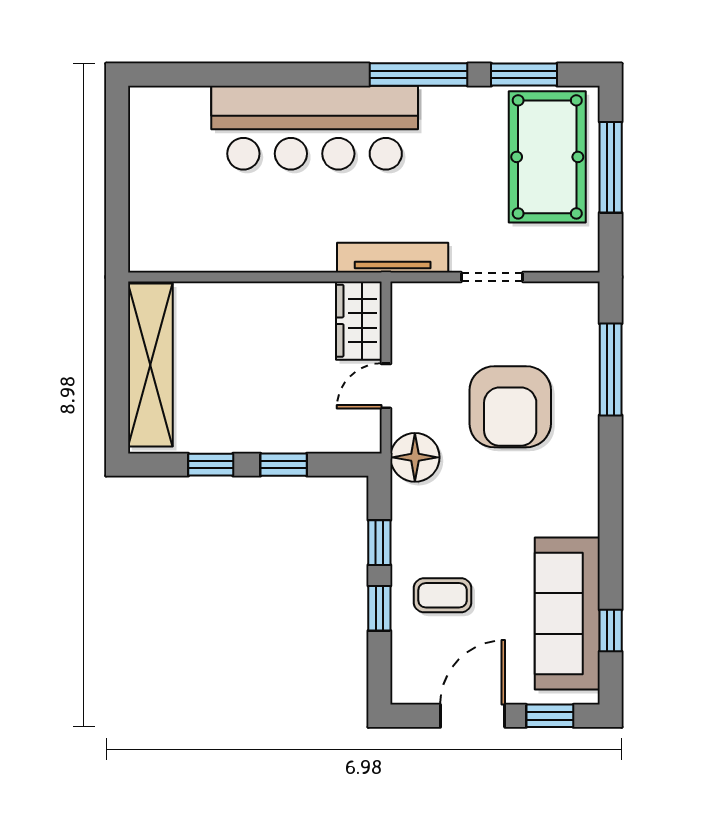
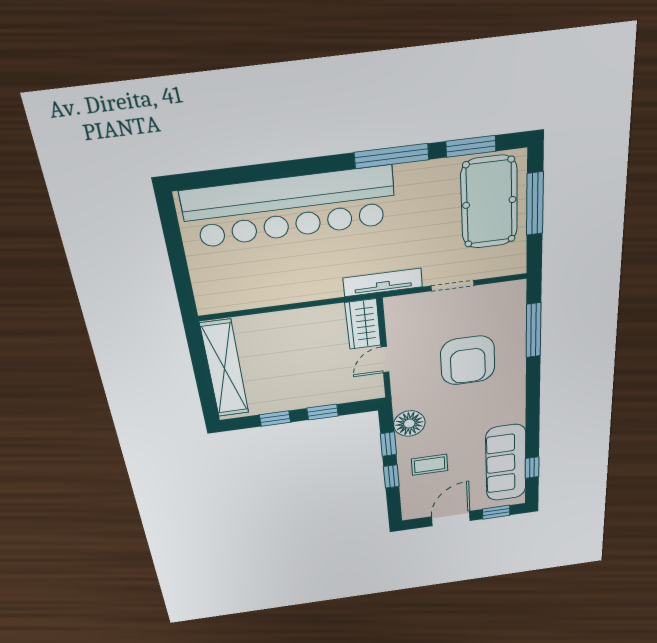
bar counter: (315, 128) -> (290, 207), width x1.36
floor lamp: (415, 457) -> (409, 424), moved

